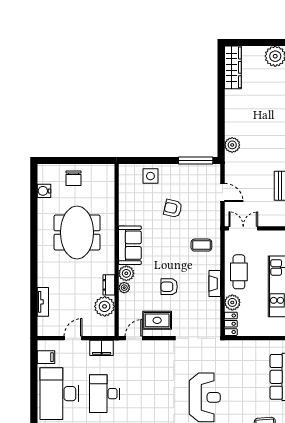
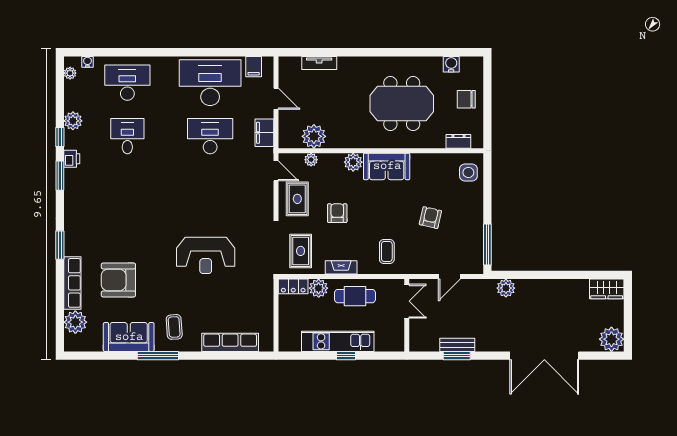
wardrobe: (233, 67) -> (607, 289), width x0.67
side table: (150, 176) -> (468, 172), moved
dresser: (109, 285) -> (458, 141), moved
plant: (124, 288) -> (311, 160), moved
rug: (201, 318) -> (301, 251), added

